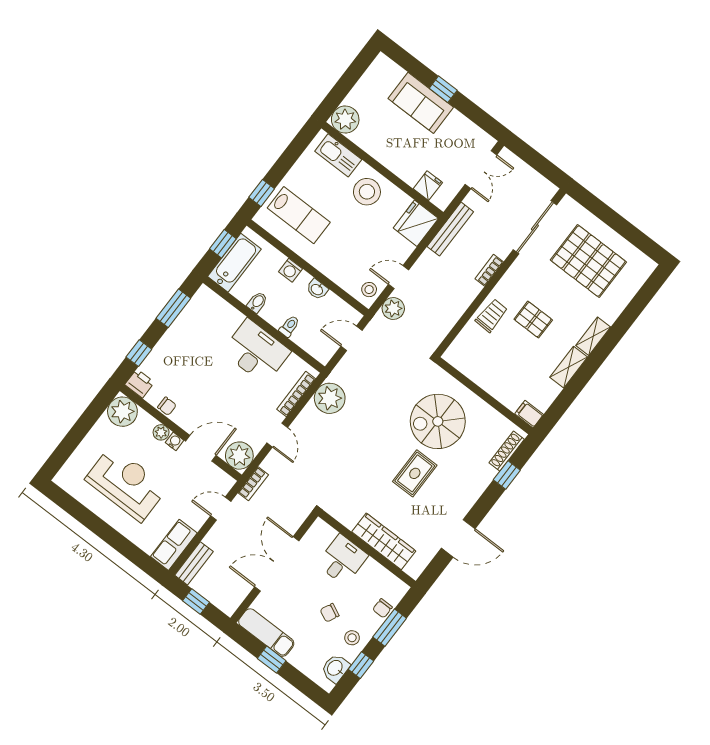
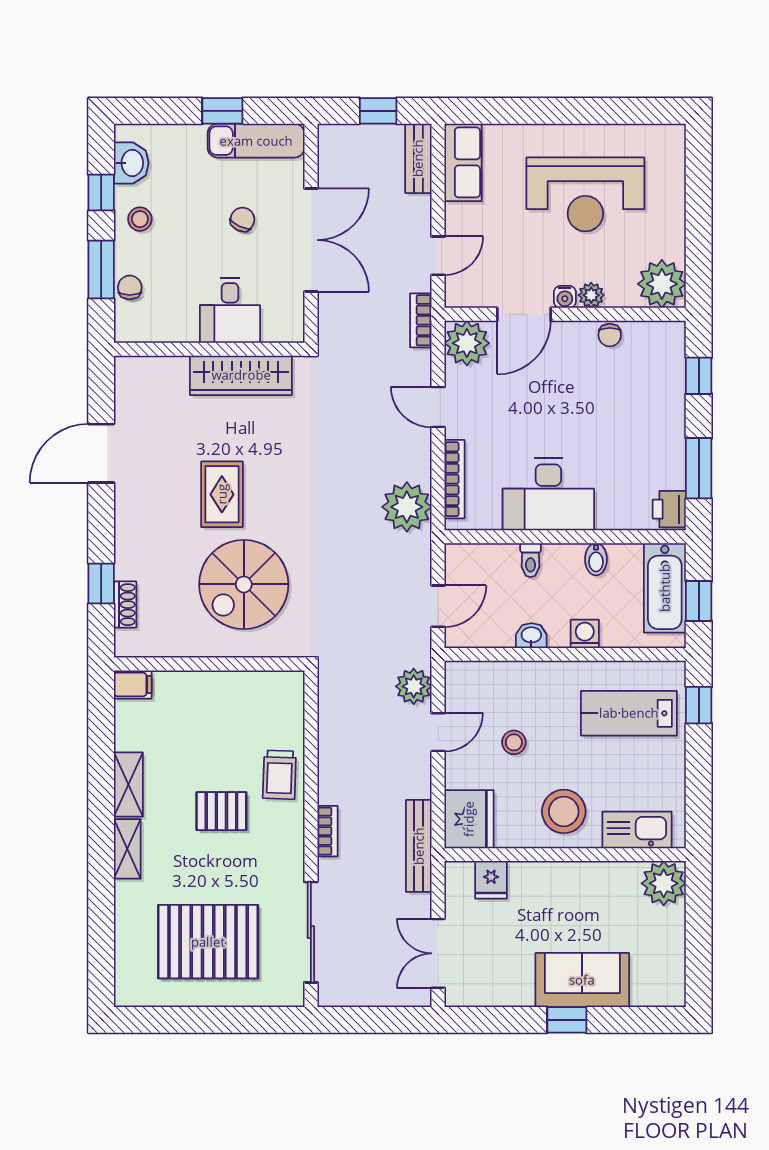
stool: (369, 290) -> (514, 742), moved
printer: (140, 383) -> (669, 509), moved, turned 90
chair: (167, 406) -> (610, 335), turned -90
spiral stairs: (438, 421) -> (244, 584), turned 180
shoe rack: (507, 451) -> (125, 605), width x0.70
wardrobe: (384, 541) -> (241, 375), moved
chair: (330, 613) -> (242, 219), moved

